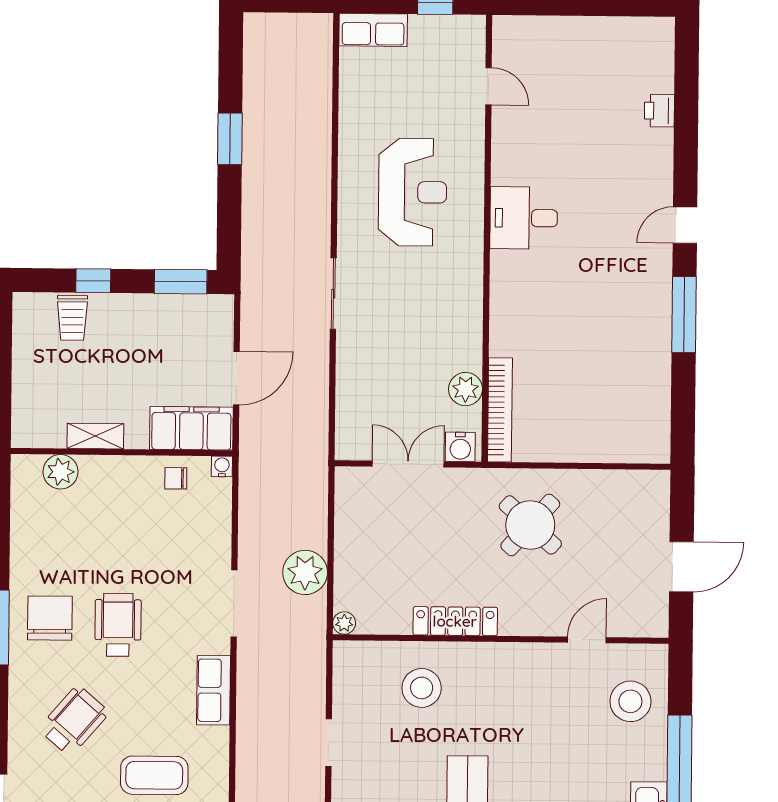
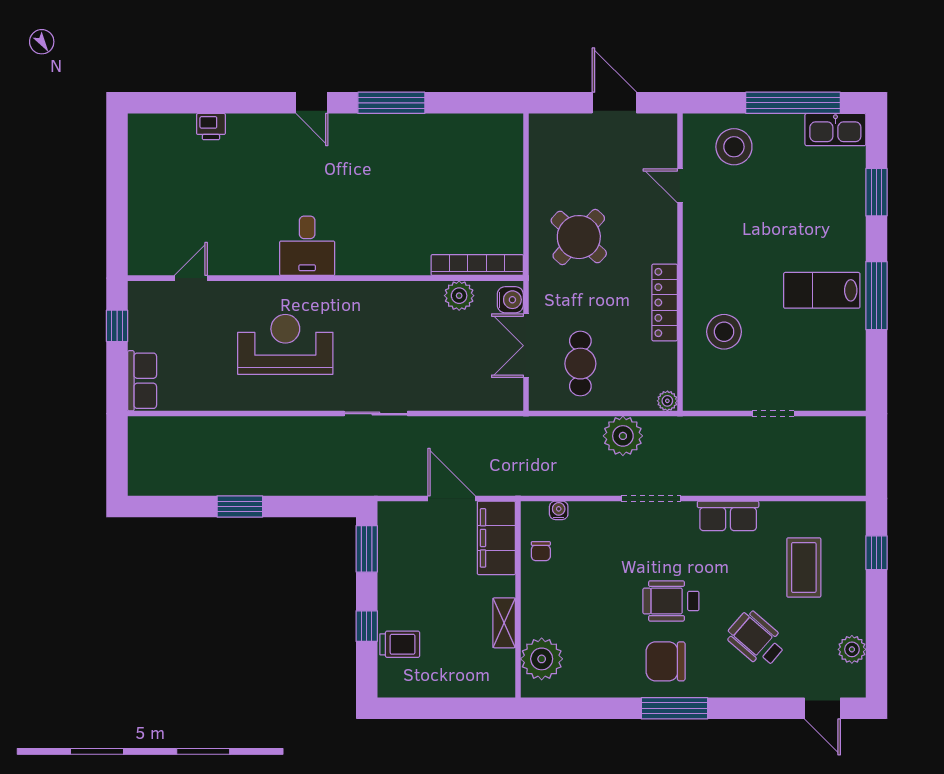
water cooler: (222, 466) -> (559, 510), moved, turned 90
plant: (60, 472) -> (542, 659), width x1.36, depth x1.36
cafe table: (387, 525) -> (580, 364), added

